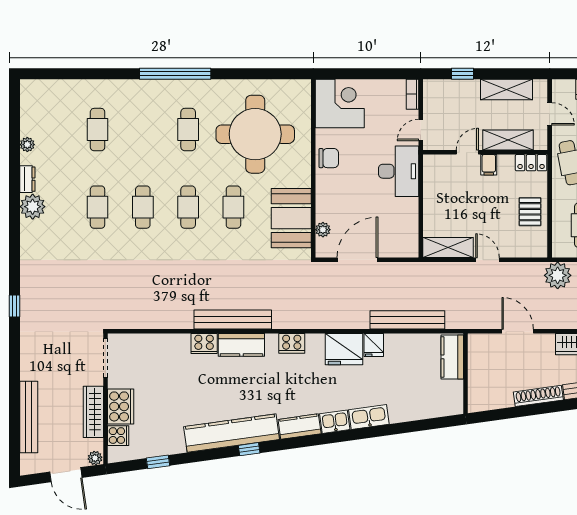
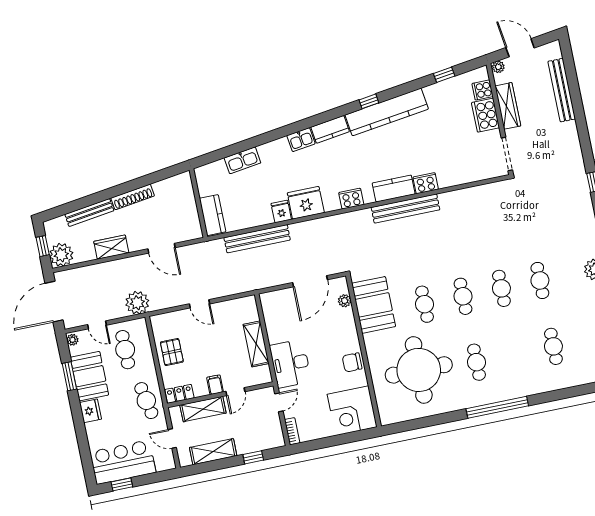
shelving: (448, 247) -> (256, 344), moved, turned 90
kitchen sink: (369, 417) -> (242, 160), moved

